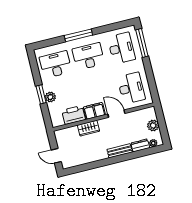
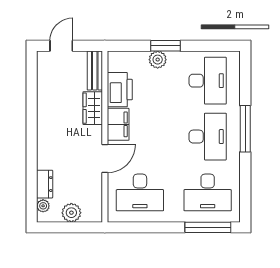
bench: (120, 151) -> (95, 71), moved

